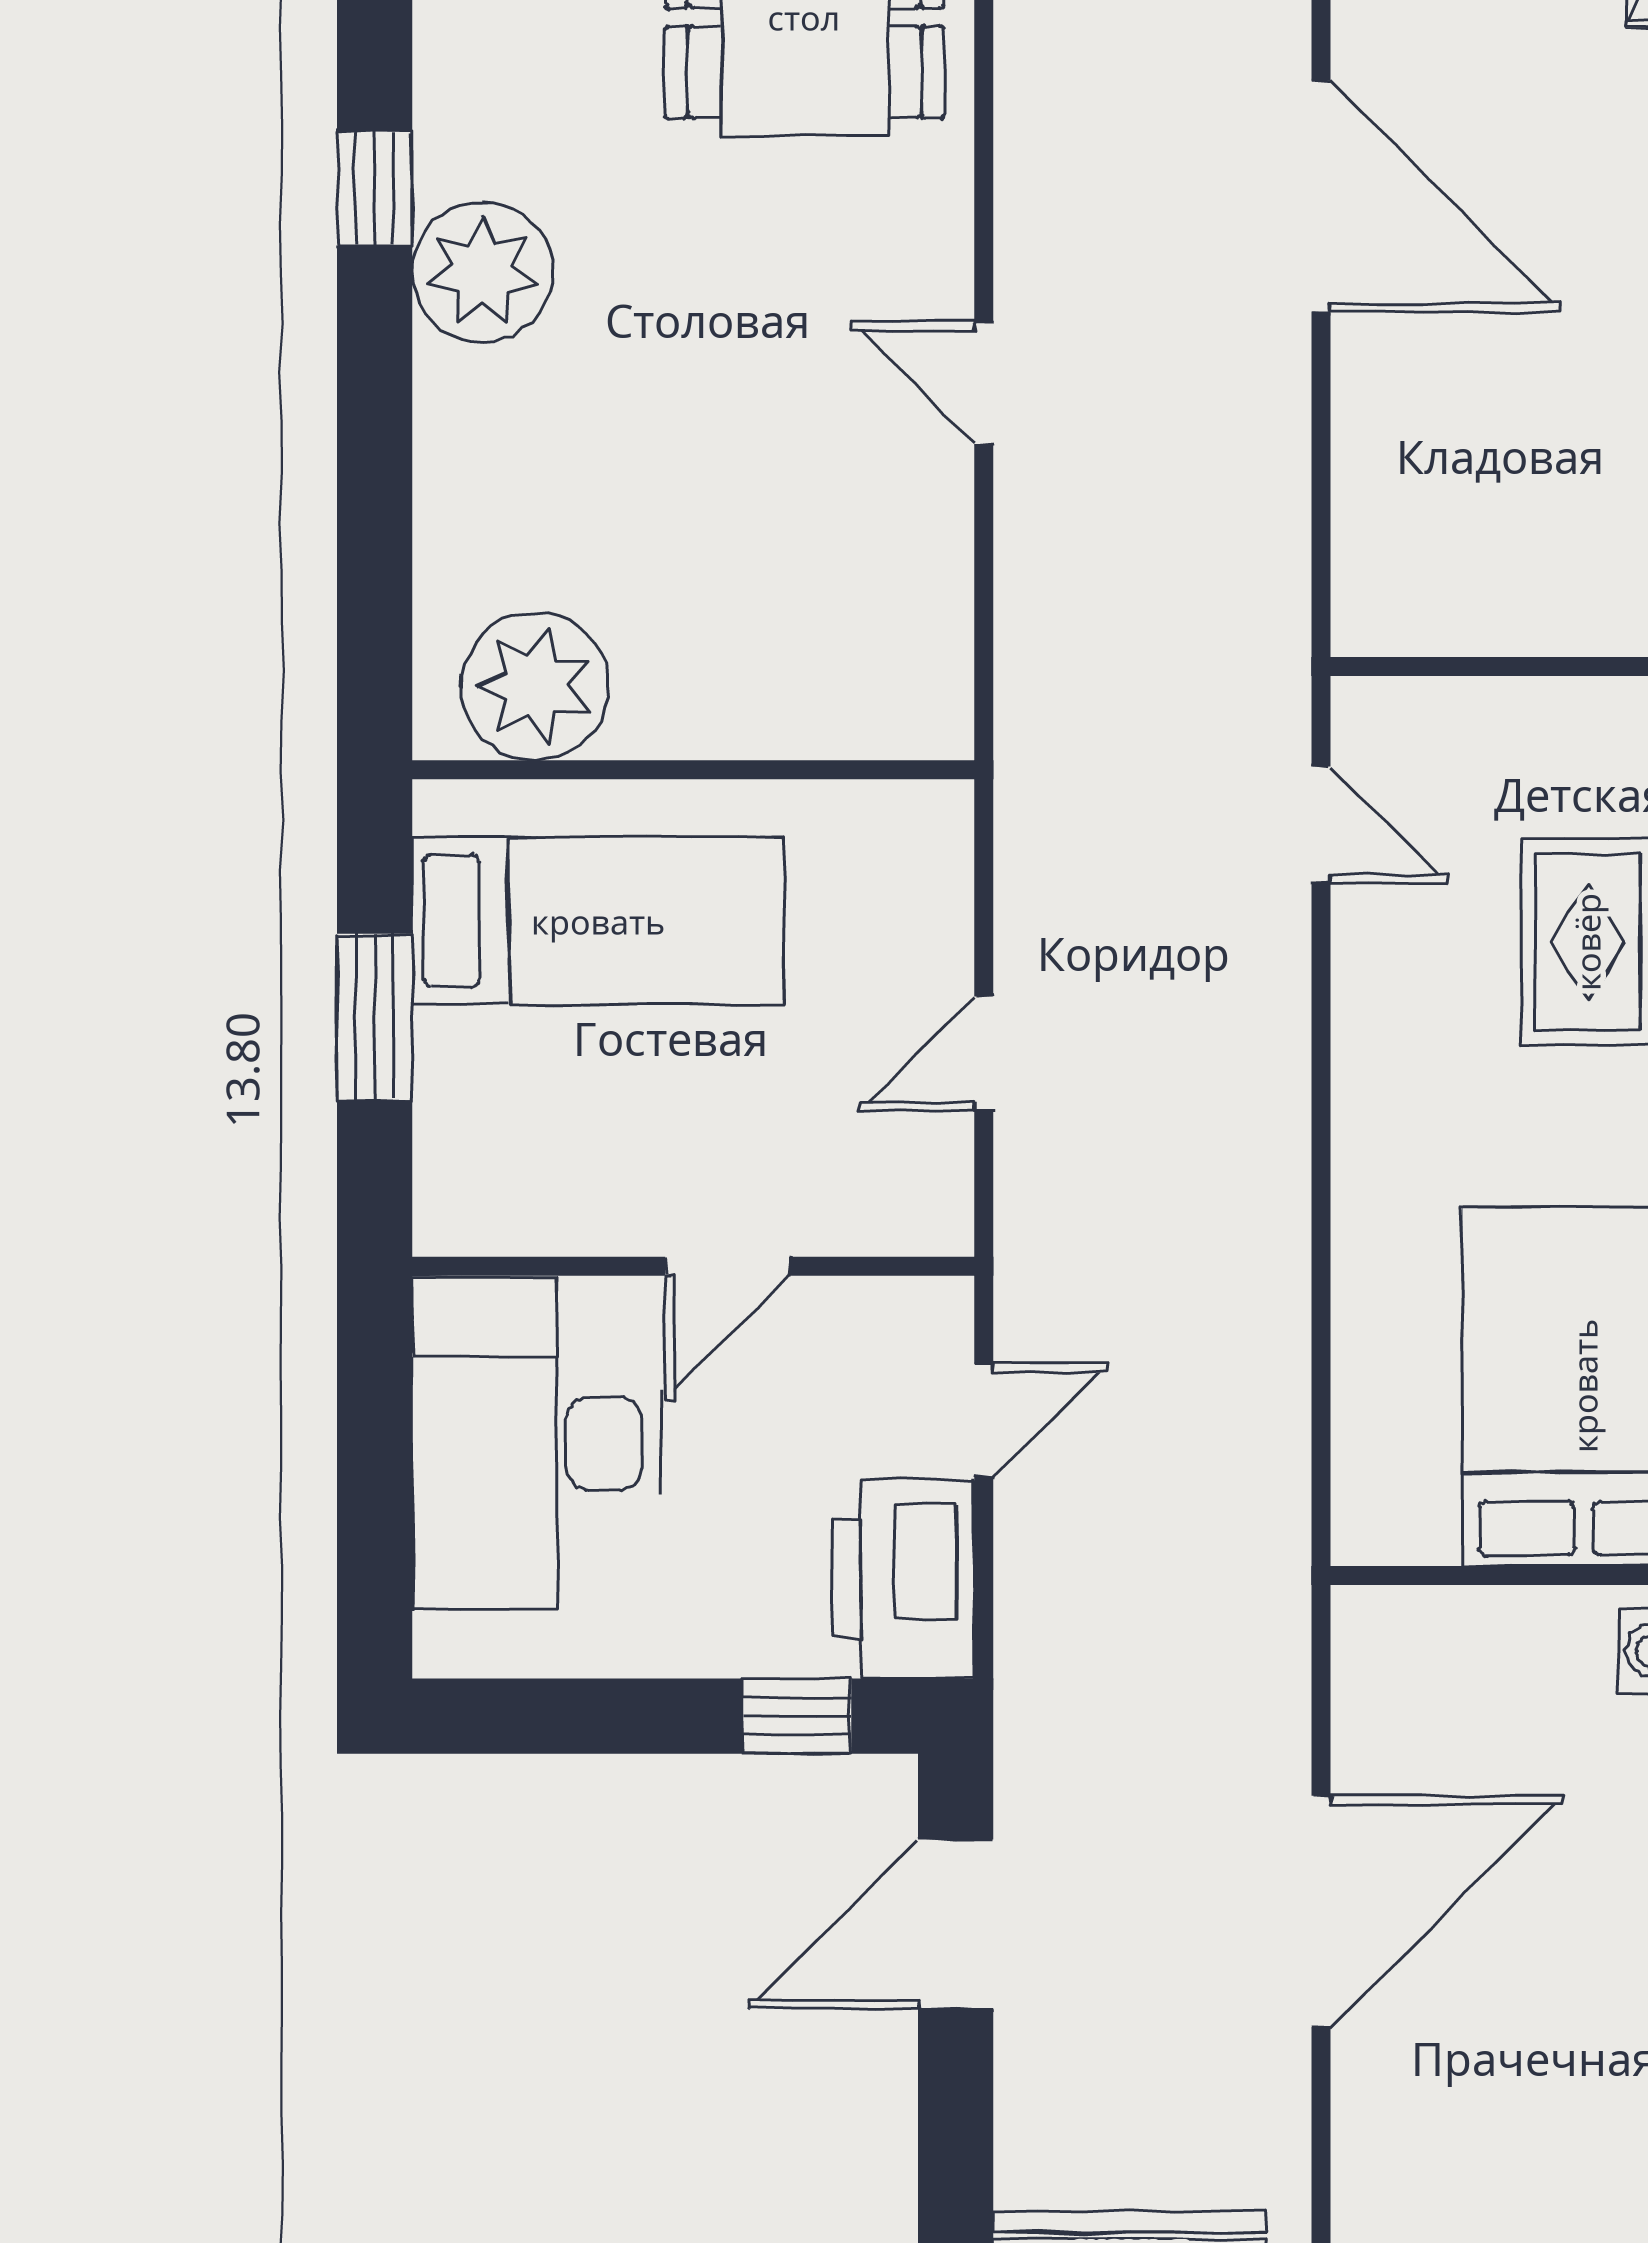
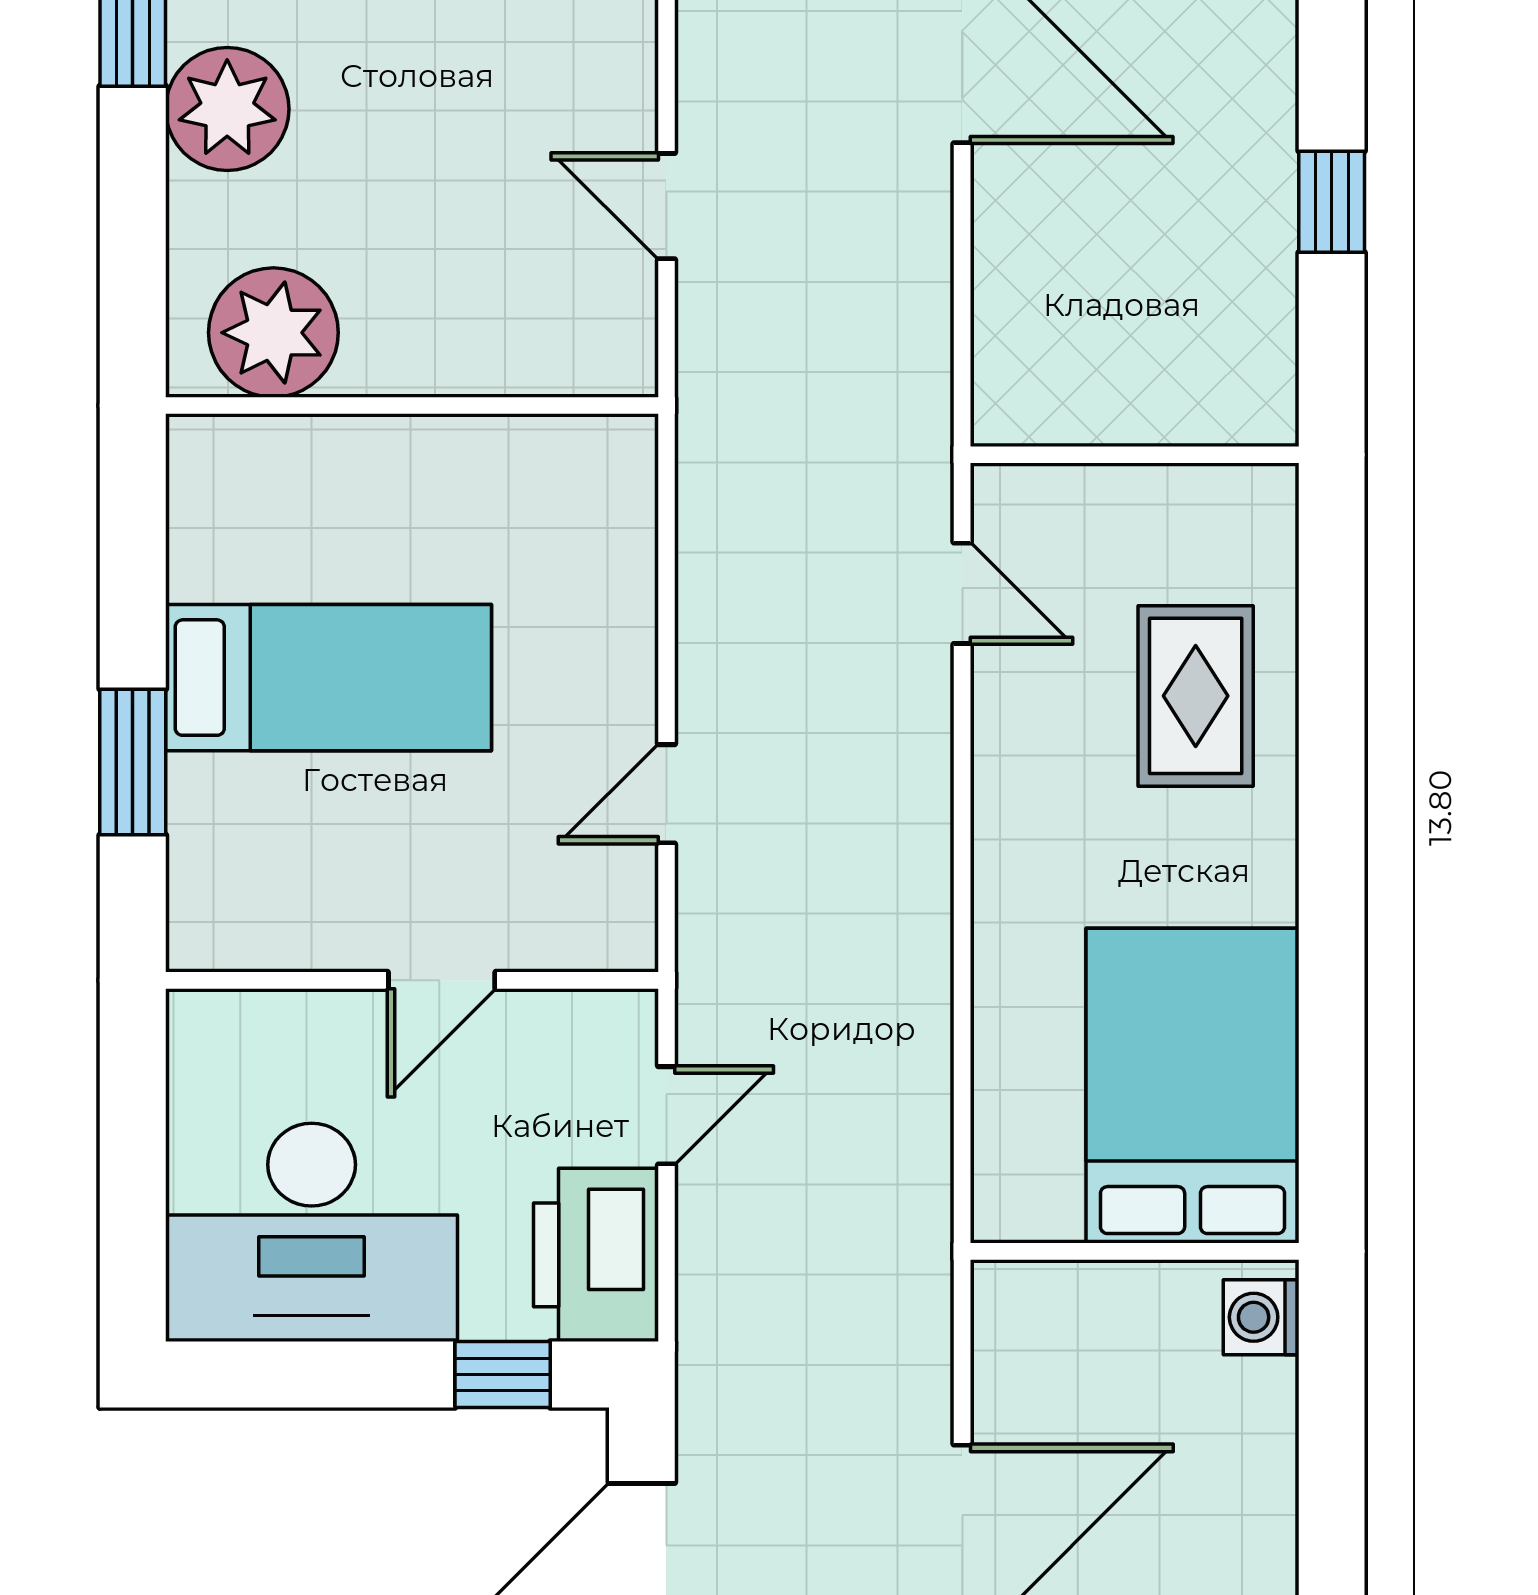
plant: (535, 686) -> (273, 333), moved
wall: (693, 770) -> (412, 406), moved
desk: (537, 1443) -> (312, 1232), moved, turned -90

